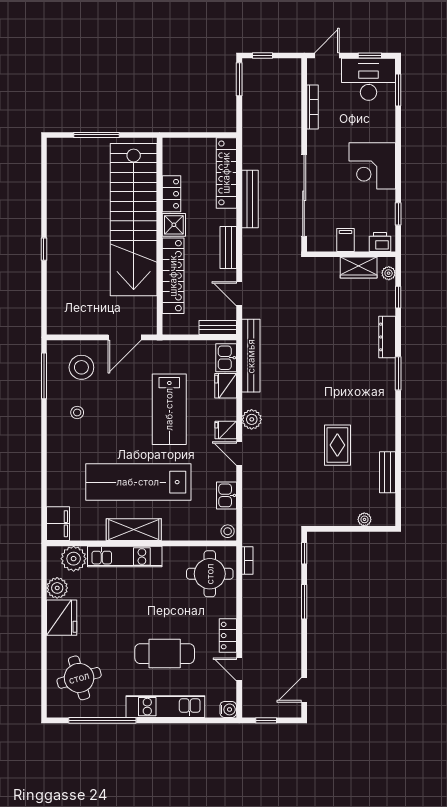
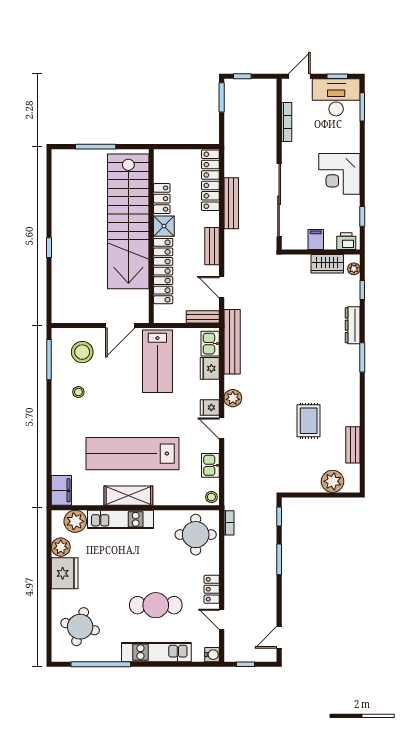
lab bench: (169, 409) -> (157, 361), moved
plant: (364, 519) -> (332, 481), width x1.88, depth x1.88
round table: (79, 678) -> (80, 627), turned 30

